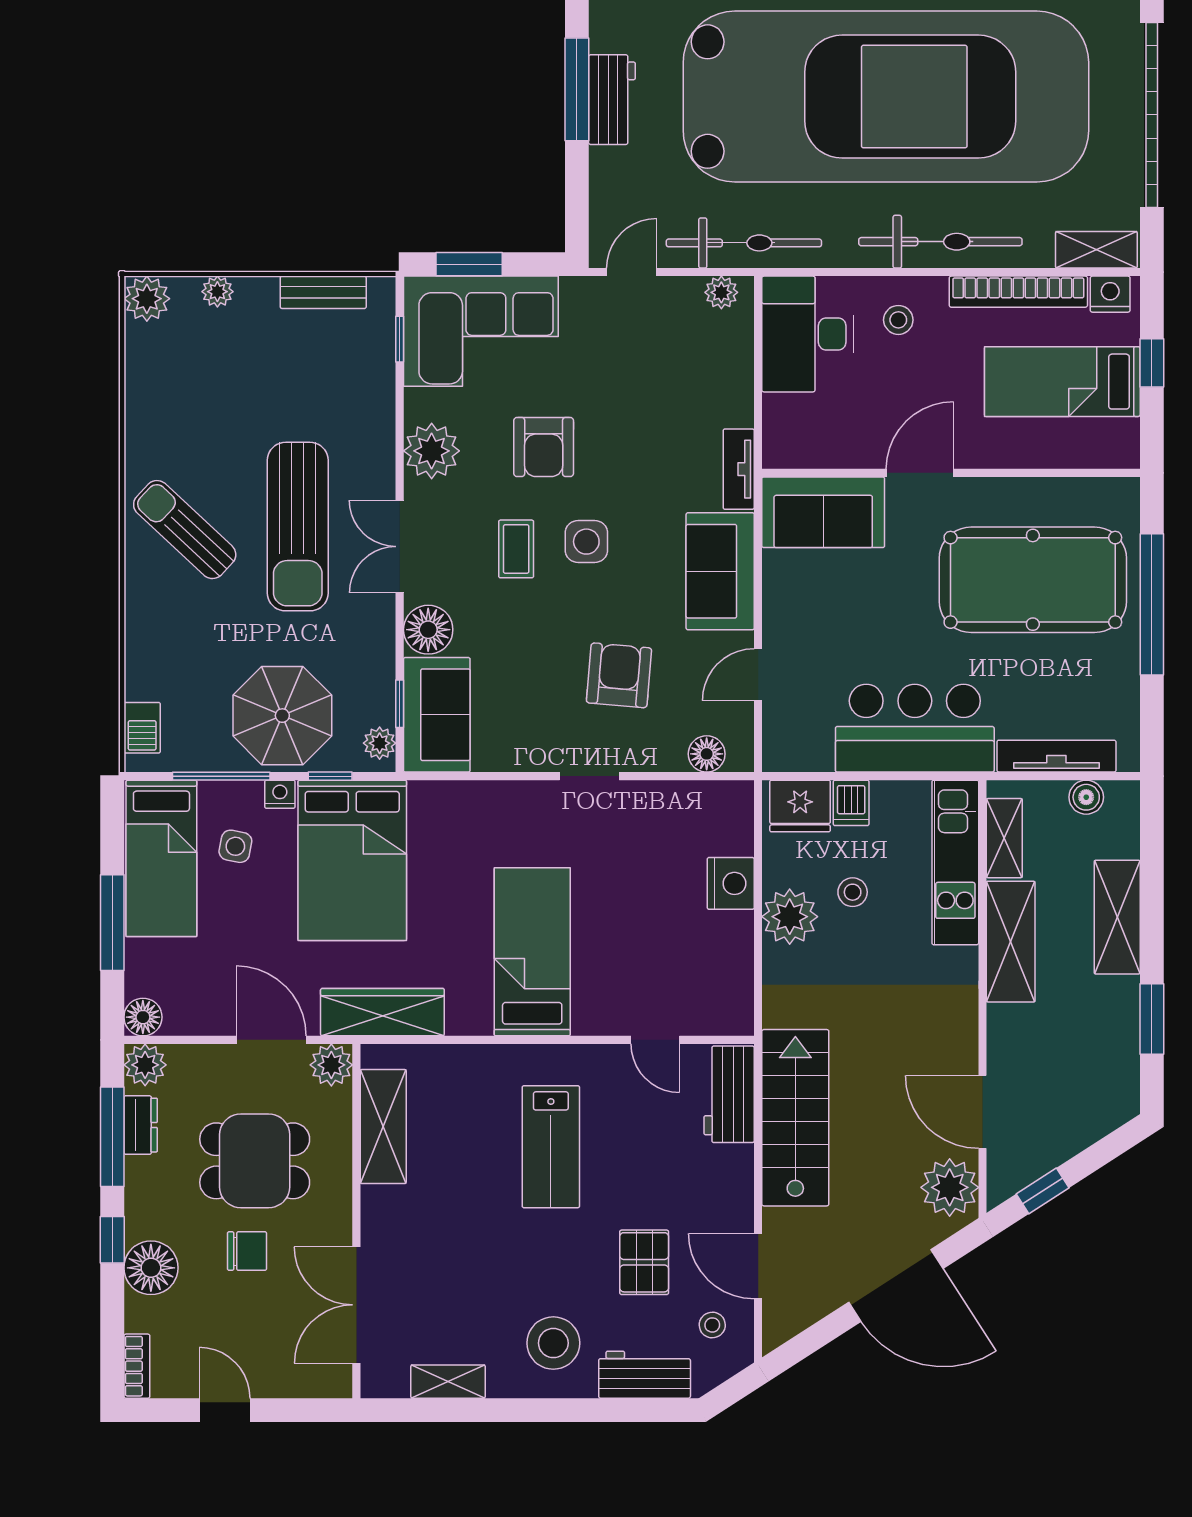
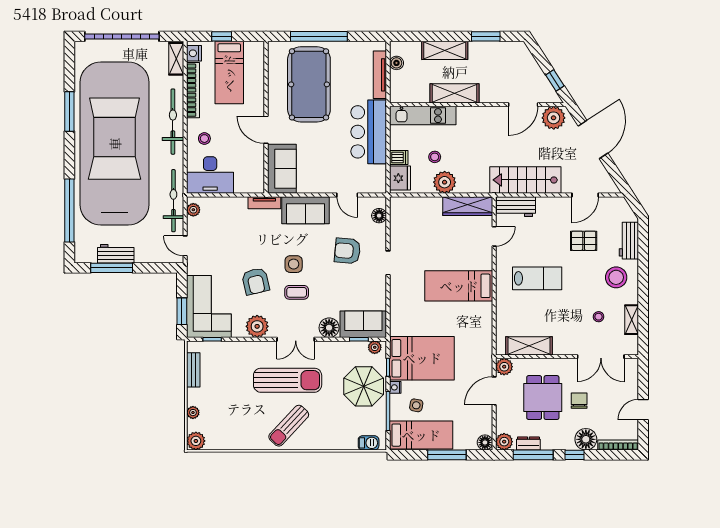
armchair: (544, 447) -> (256, 281), turned 77
shelving: (1004, 838) -> (413, 96), removed
nightstand: (731, 883) -> (431, 206), removed
wardrobe: (382, 1012) -> (468, 206), moved, turned -90
stool: (712, 1325) -> (599, 317), moved
bookcase: (137, 1366) -> (618, 445), width x1.56

